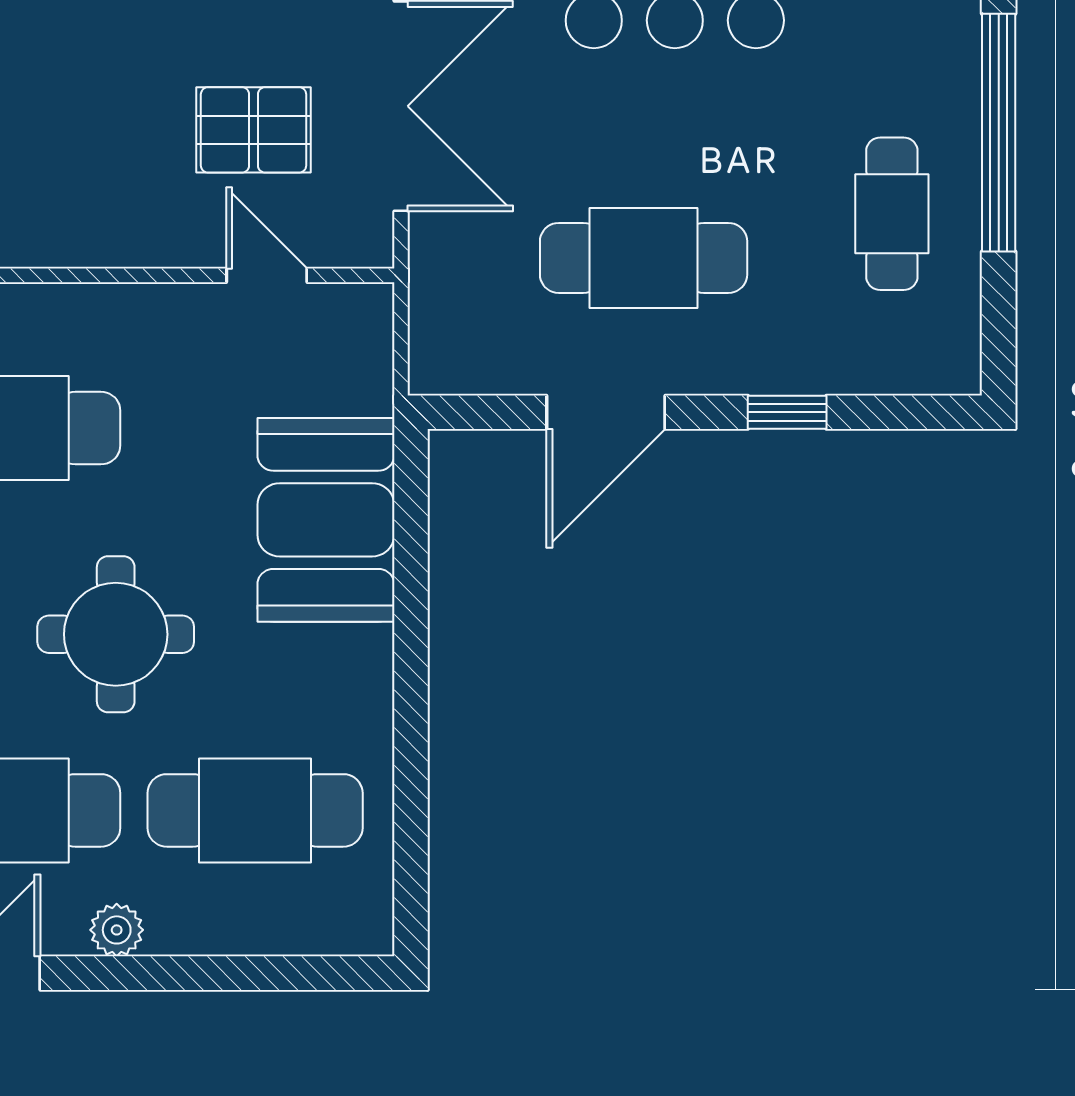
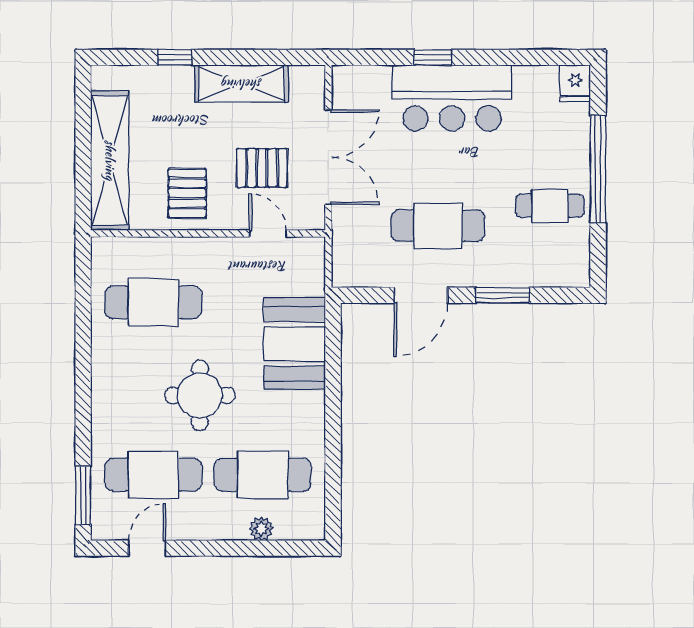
pallet: (88, 186) -> (187, 193), added
cafe table: (892, 214) -> (550, 206), turned 90
window: (787, 412) -> (503, 295), width x1.50
plant: (117, 930) -> (261, 529), moved

